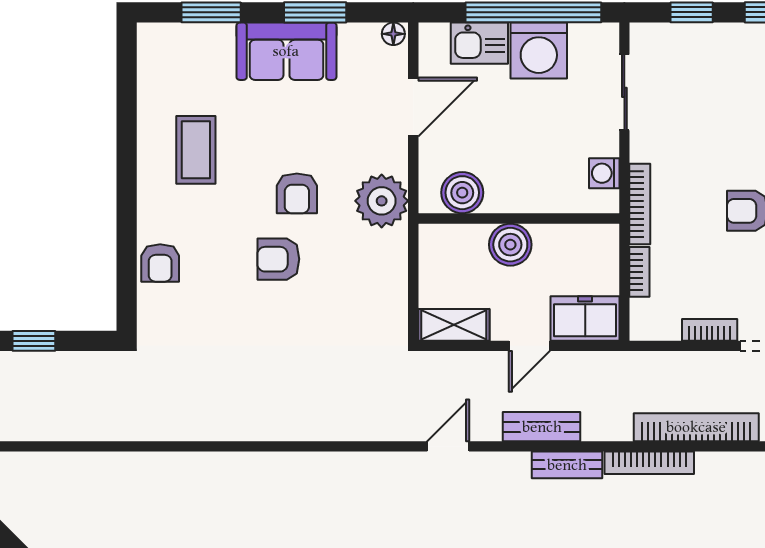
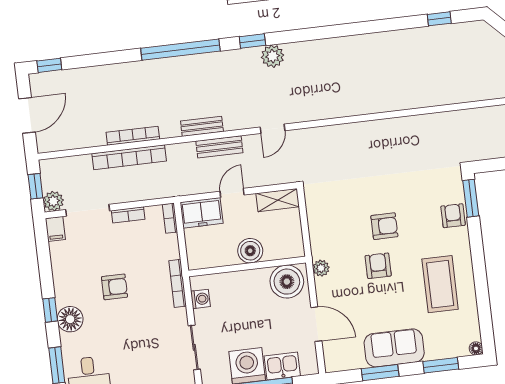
floor lamp: (393, 34) -> (476, 348), moved
door: (413, 107) -> (316, 324), swing flipped
coffee table: (196, 150) -> (440, 284), width x1.36, depth x1.32
boiler: (462, 193) -> (287, 282), width x1.37, depth x1.37
plant: (382, 201) -> (321, 268), width x0.53, depth x0.53
bookcase: (639, 272) -> (170, 218), moved
window: (127, 289) -> (471, 198), added
bookcase: (649, 463) -> (133, 136), moved

